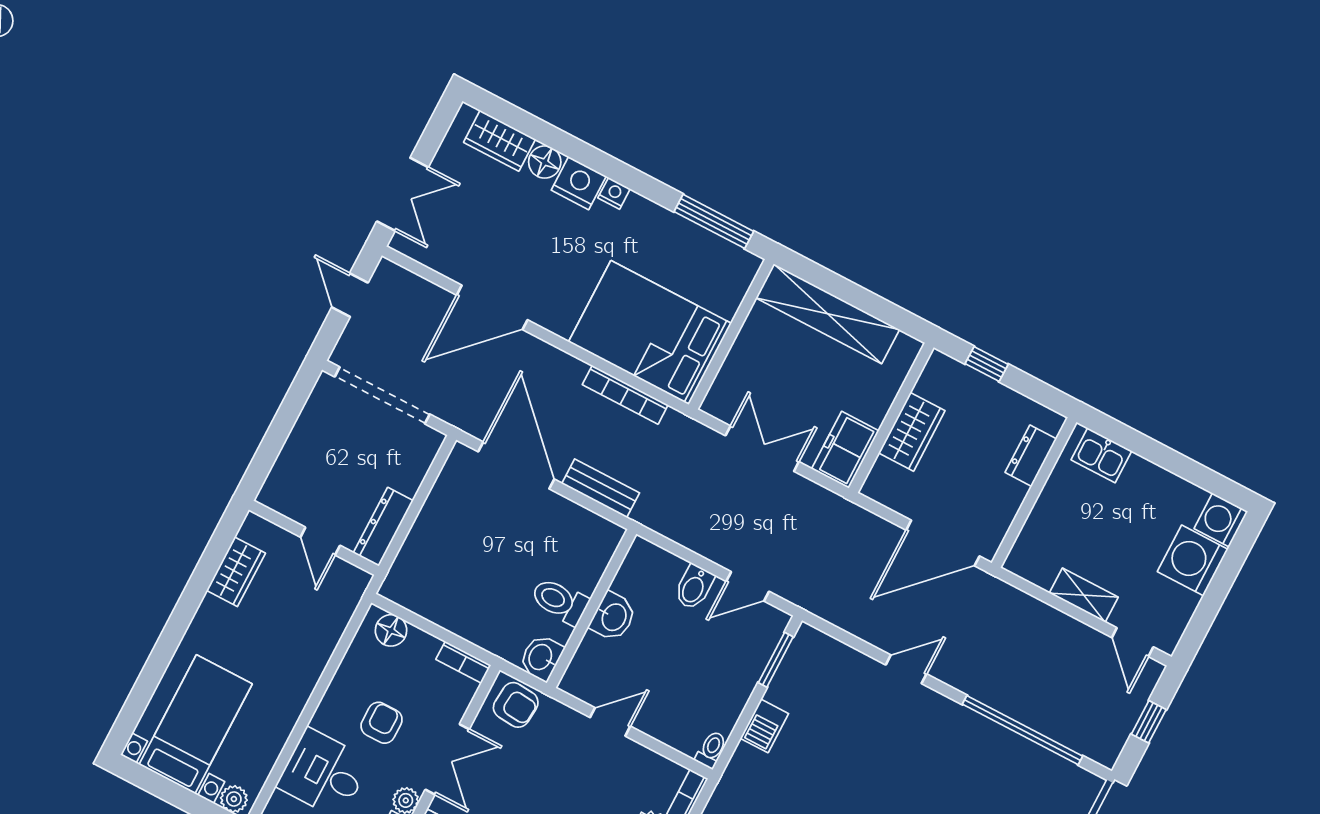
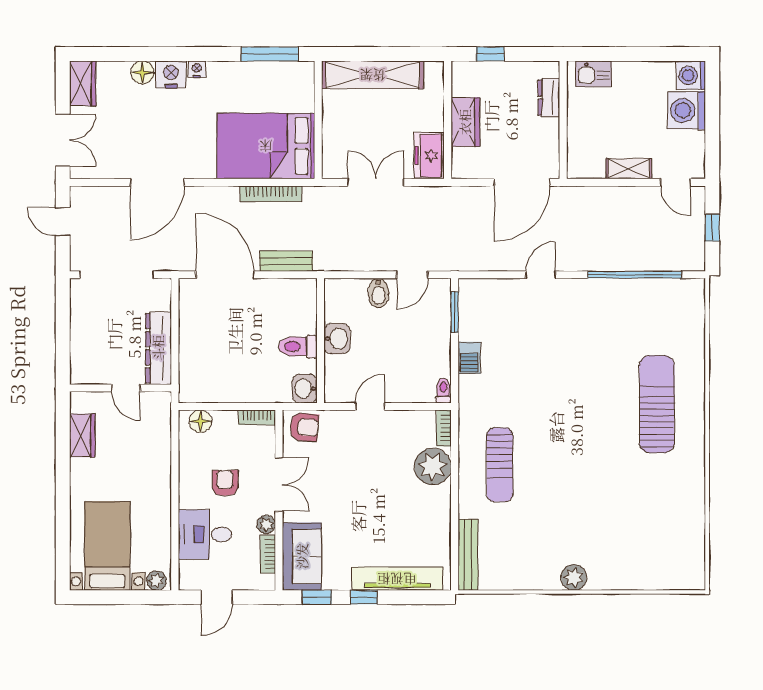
wardrobe: (500, 141) -> (83, 83), moved, turned -90
dresser: (383, 527) -> (158, 348), width x1.37, depth x1.24

